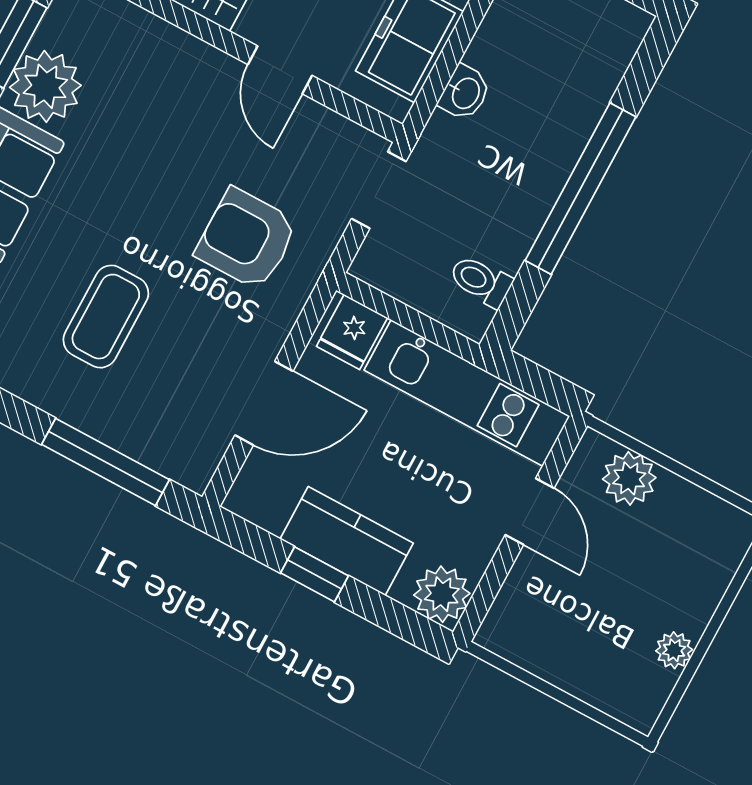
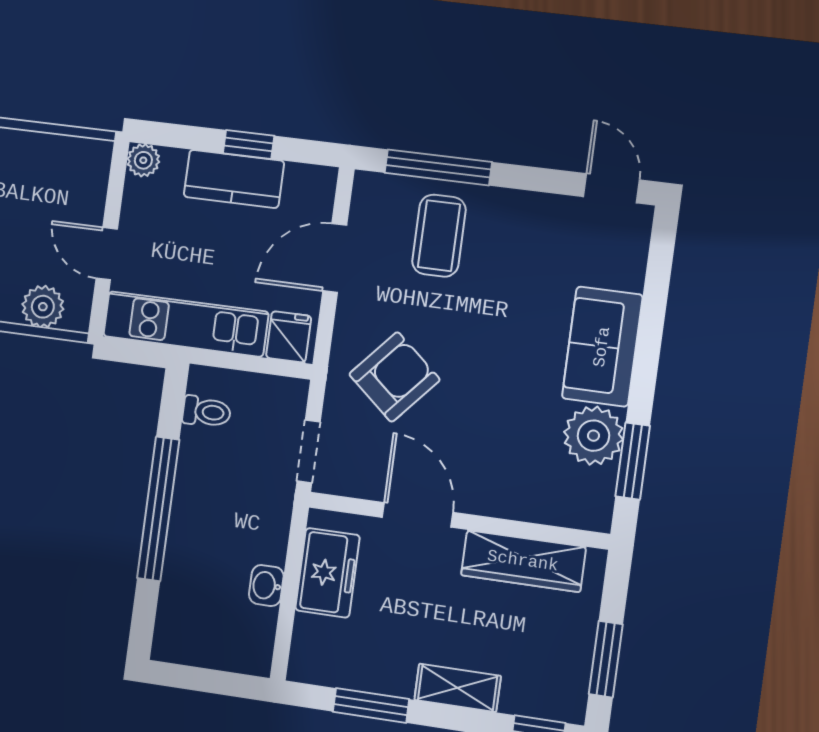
door: (280, 70) -> (418, 515), width x1.38
washbasin: (465, 93) -> (266, 585), moved
armchair: (247, 239) -> (394, 377), turned -49
coffee table: (106, 317) -> (439, 236), moved
plant: (442, 594) -> (143, 160), width x0.73, depth x0.73

